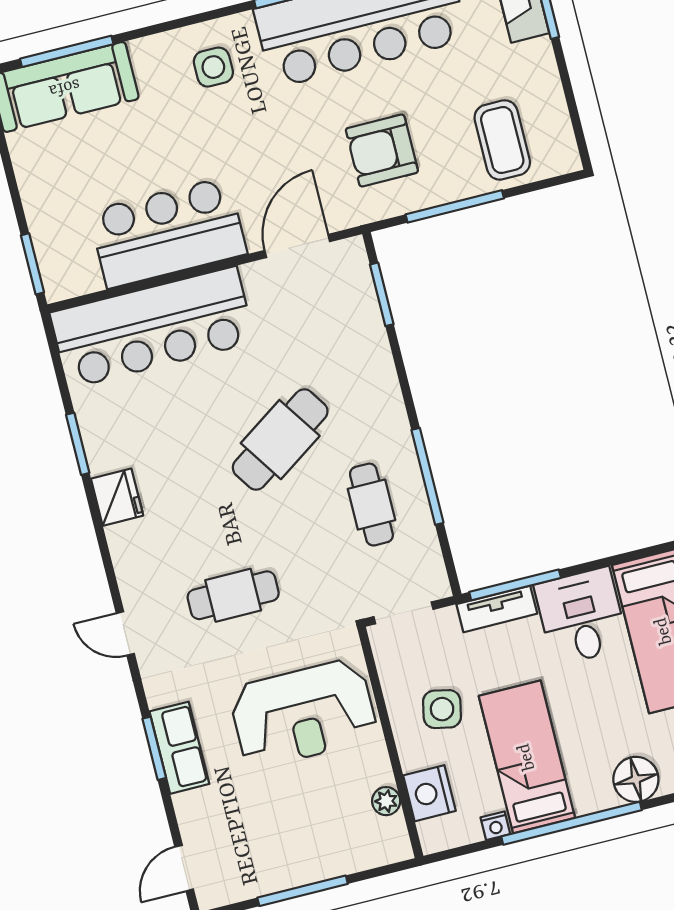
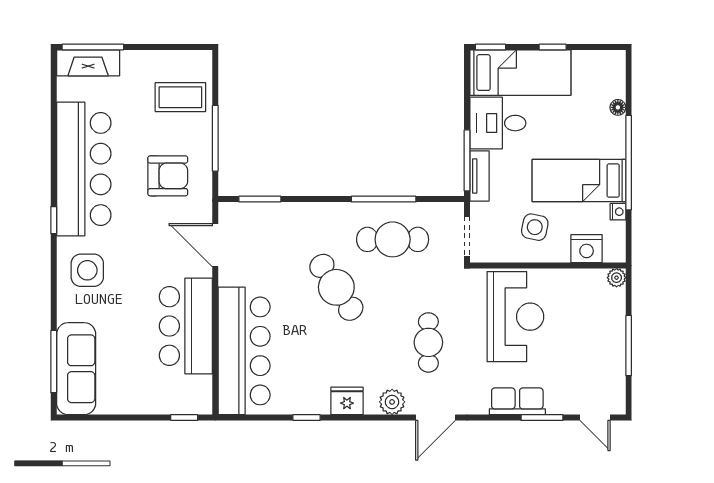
side table: (213, 67) -> (87, 270), width x1.37, depth x1.37
armchair: (382, 150) -> (168, 176), turned -90
window: (32, 264) -> (184, 418), width x0.67
window: (78, 444) -> (307, 418), width x0.67
cafe table: (371, 505) -> (393, 239), width x1.37, depth x1.35
plant: (132, 564) -> (392, 402), added
door: (125, 633) -> (435, 418), width x1.38
window: (154, 748) -> (542, 418), moved
floor lamp: (636, 779) -> (618, 107), width x0.53, depth x0.53
plant: (386, 801) -> (617, 278), moved

